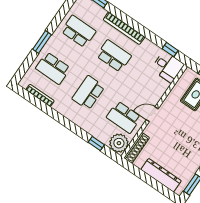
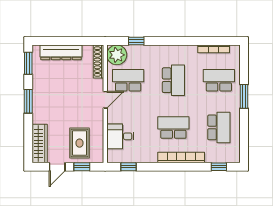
school desk: (78, 31) -> (219, 127), turned -90
school desk: (114, 56) -> (173, 127), turned 180
desk: (168, 67) -> (120, 136), moved

